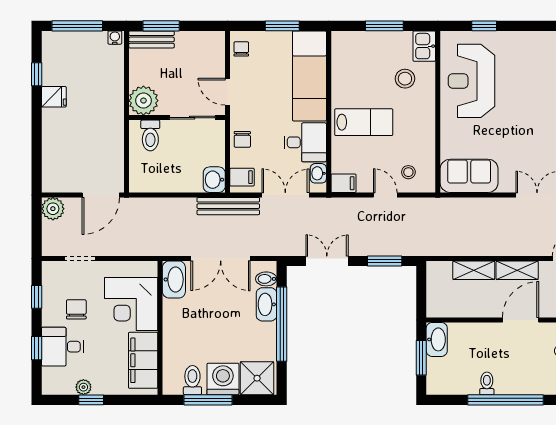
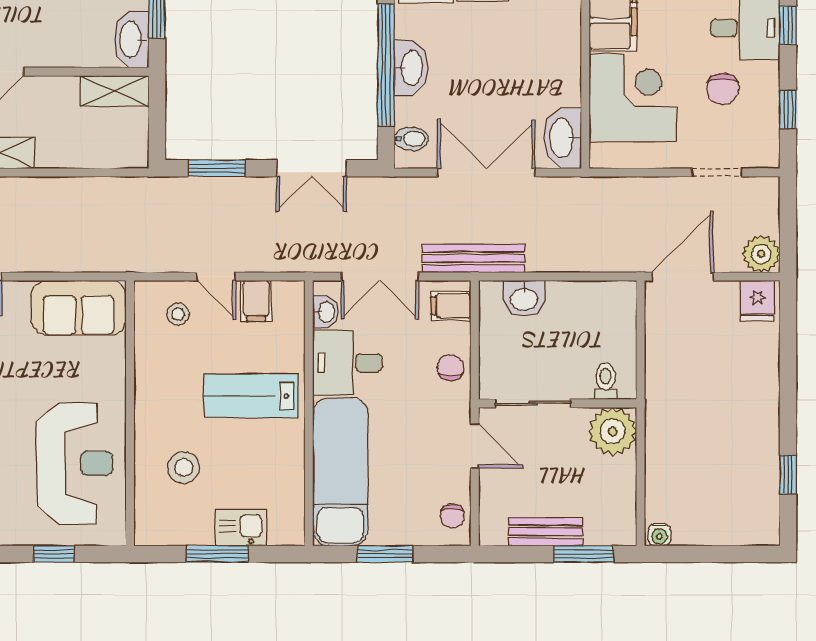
window: (77, 26) -> (721, 554), removed
bench: (151, 39) -> (546, 532), moved
kitchen sink: (424, 46) -> (241, 528), moved, turned -90
fridge: (54, 97) -> (757, 301), moved, turned -90
toilet: (150, 135) -> (606, 381), width x0.73, depth x0.72
washbasin: (214, 180) -> (524, 298), moved, turned 90
filing cabinet: (343, 183) -> (256, 301), moved, turned -90
shelving: (474, 270) -> (115, 91), moved
washbasin: (266, 304) -> (411, 68), moved

